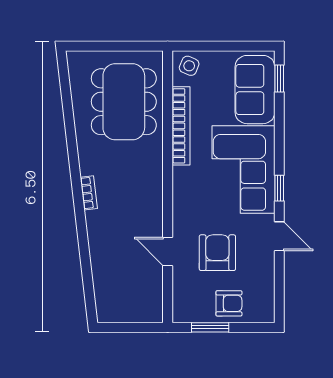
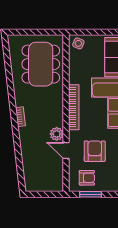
bookcase: (181, 126) -> (74, 107), moved
plant: (151, 223) -> (57, 134), added
armchair: (229, 303) -> (87, 178), moved

